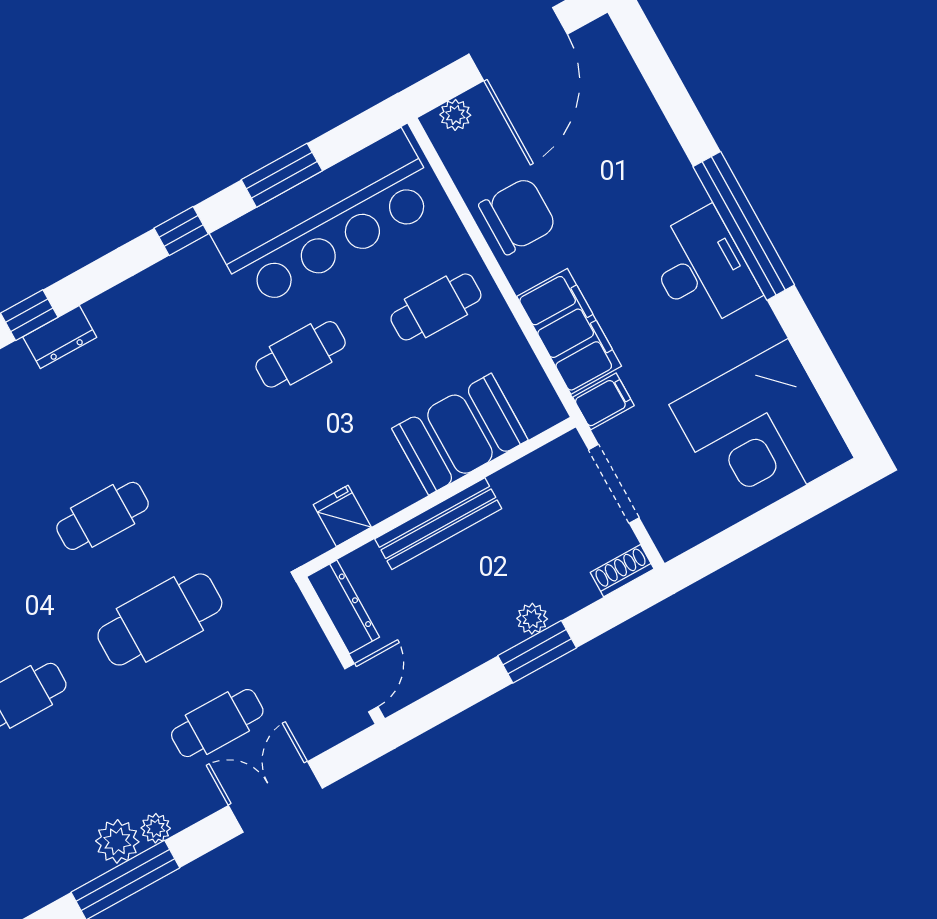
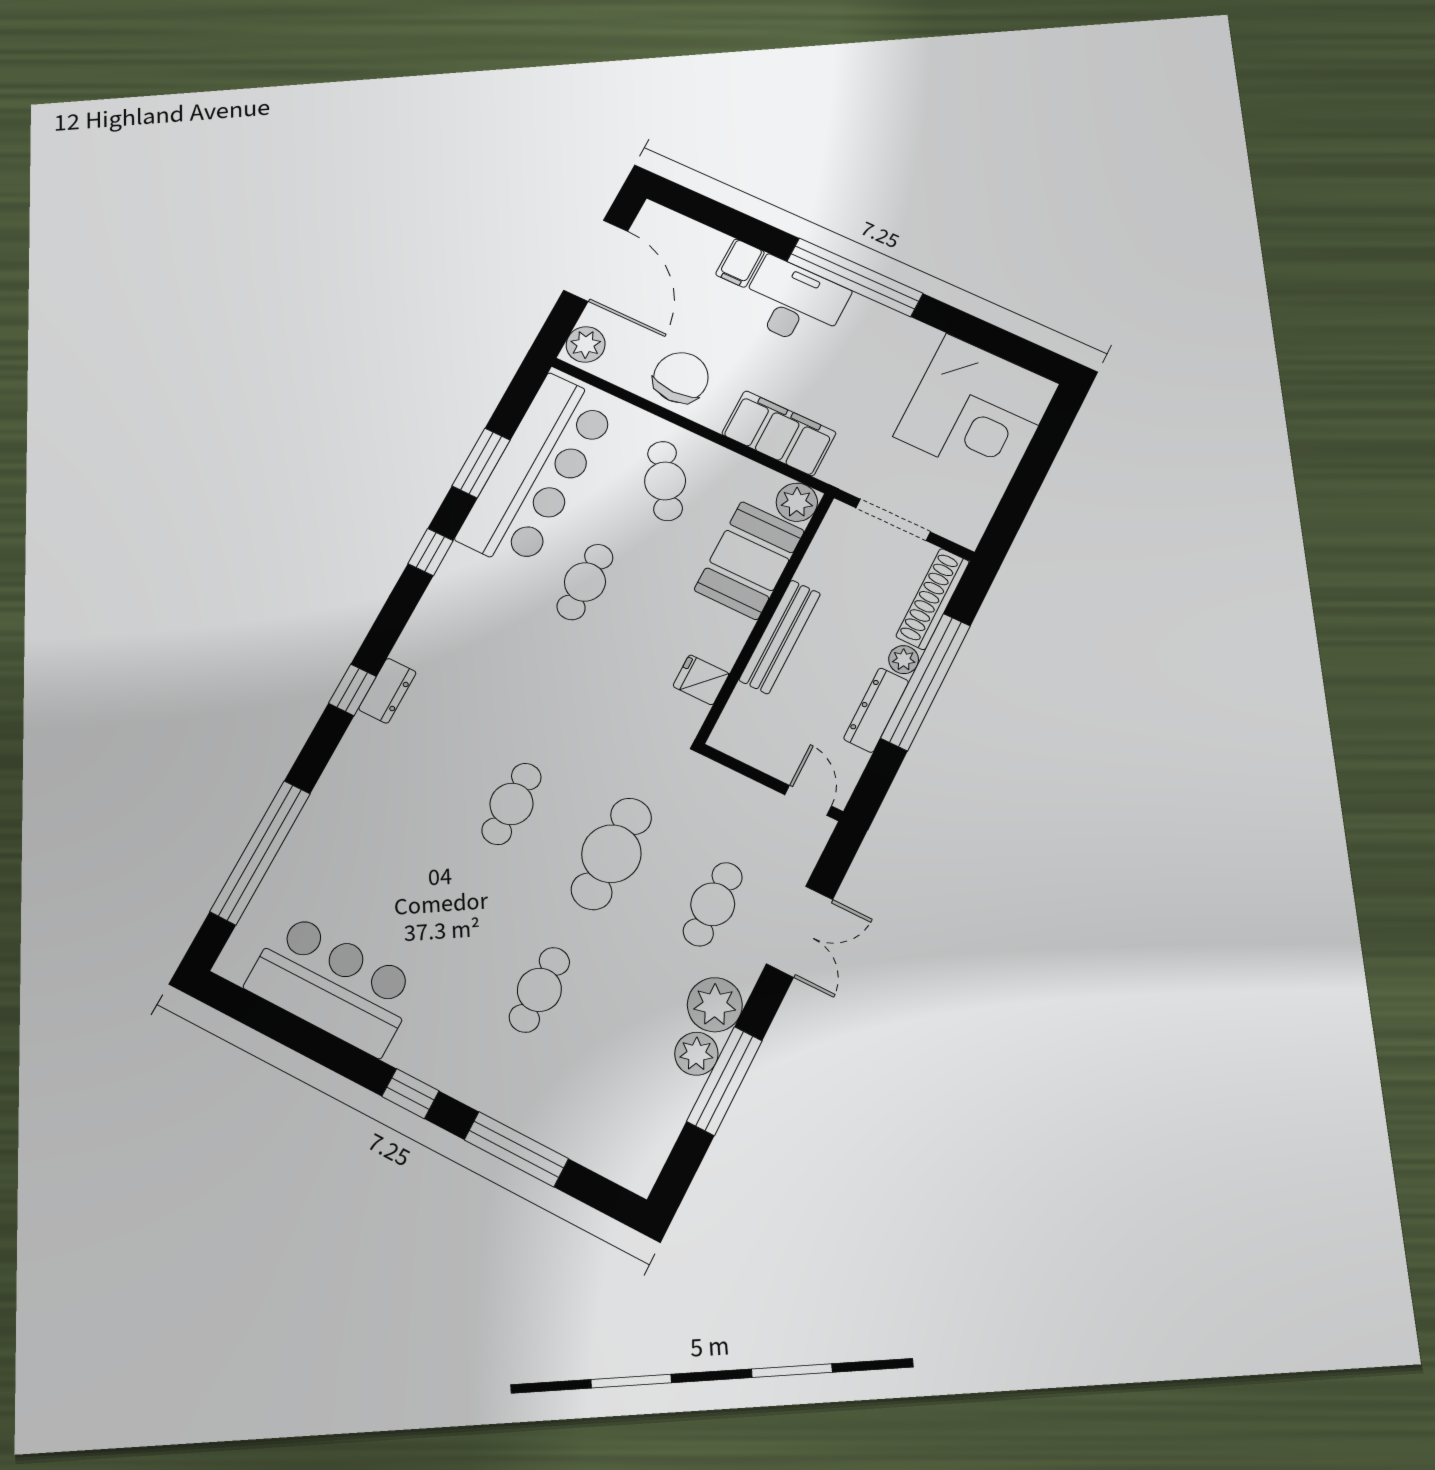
plant: (455, 115) -> (586, 345), width x1.38, depth x1.38
desk: (702, 269) -> (794, 303), moved
cafe table: (436, 307) -> (665, 481), turned -33
filing cabinet: (603, 401) -> (740, 263), moved, turned 180
plant: (540, 408) -> (797, 502), added
shoe rack: (622, 571) -> (933, 599), width x1.94, depth x1.24
dresser: (343, 607) -> (876, 710), moved, turned -90
window: (537, 652) -> (926, 682), width x2.11
double door: (275, 797) -> (800, 932), swing flipped
plant: (156, 828) -> (715, 1005), width x1.88, depth x1.88

